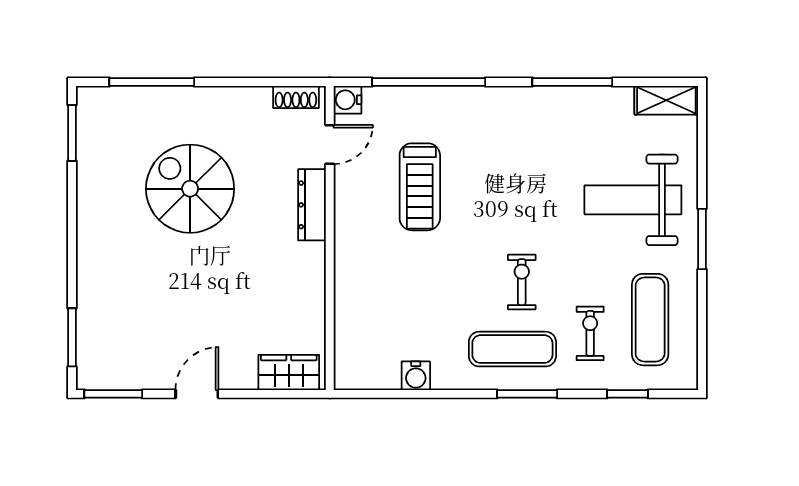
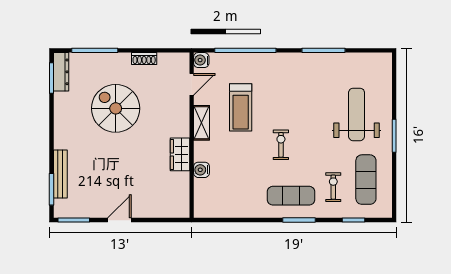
shoe rack: (296, 97) -> (144, 59), moved
shelving: (666, 100) -> (202, 123), moved, turned 90
weight bench: (633, 200) -> (357, 114), turned 90
dresser: (312, 205) -> (61, 72), moved, turned 180
exercise bike: (522, 282) -> (281, 145), moved
bench: (88, 309) -> (60, 174), added
wardrobe: (289, 372) -> (180, 154), moved, turned -90
water cooler: (416, 376) -> (201, 170), moved, turned 90

